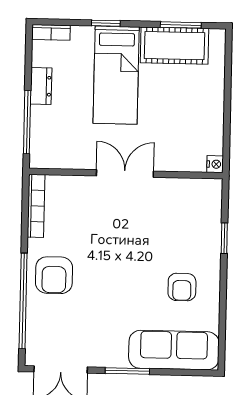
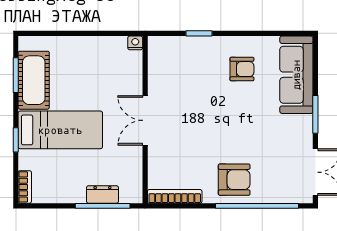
dresser: (41, 86) -> (102, 194), moved

